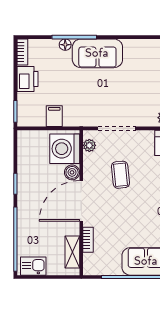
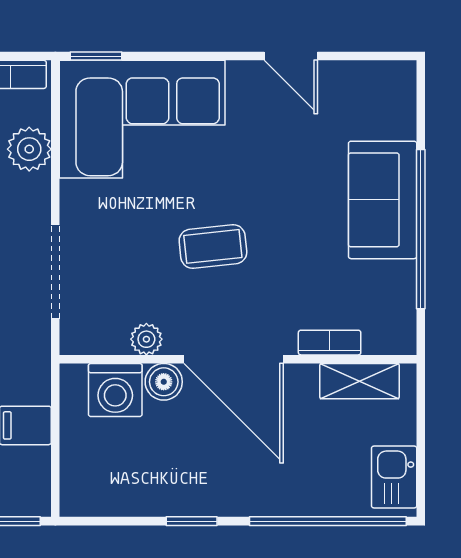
plant: (89, 145) -> (146, 339), moved
washing machine: (65, 149) -> (115, 390), width x0.73, depth x0.73
coffee table: (120, 175) -> (213, 246), moved

